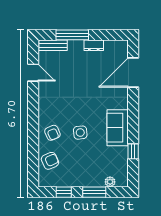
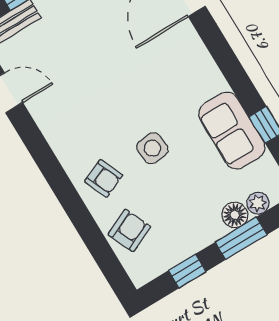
sofa: (118, 128) -> (232, 131), moved
floor lamp: (98, 181) -> (235, 215), added

